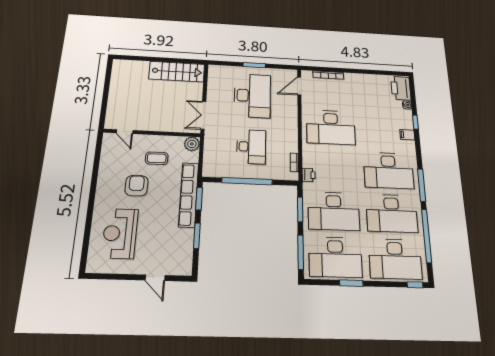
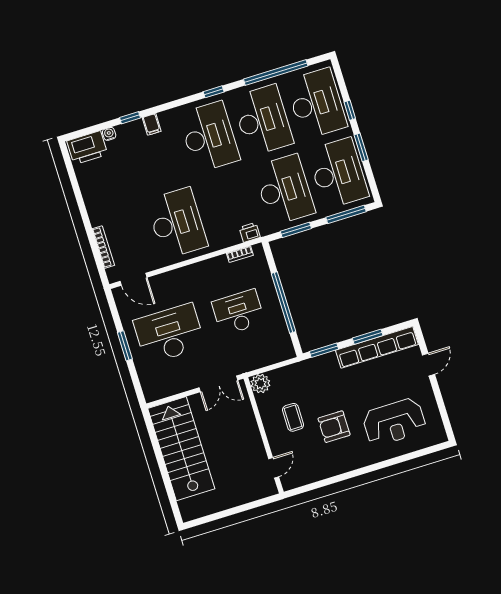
stairs: (177, 72) -> (181, 449), width x1.36, depth x1.51
window: (422, 185) -> (214, 92), width x0.46
row of seats: (189, 195) -> (377, 347), moved
window: (415, 285) -> (350, 110), moved

